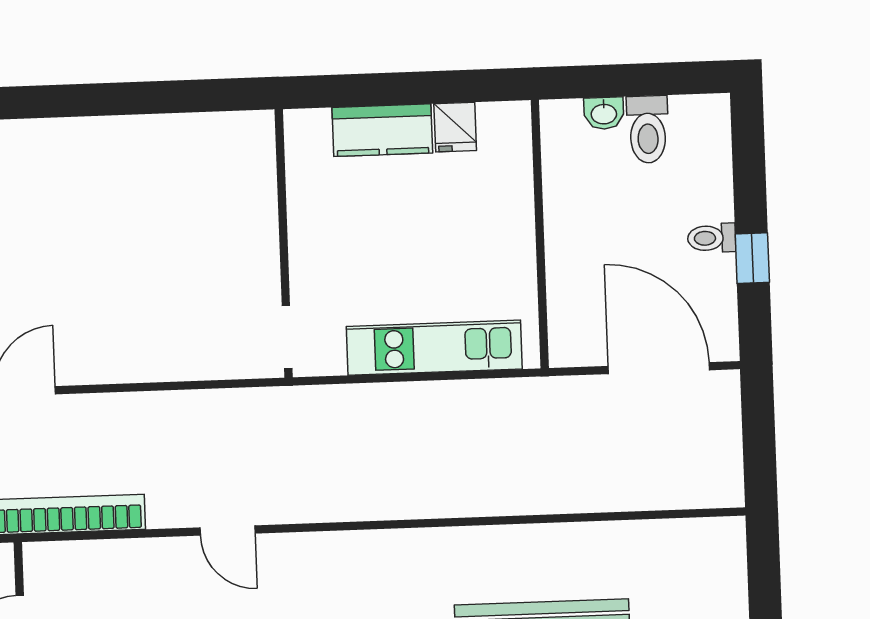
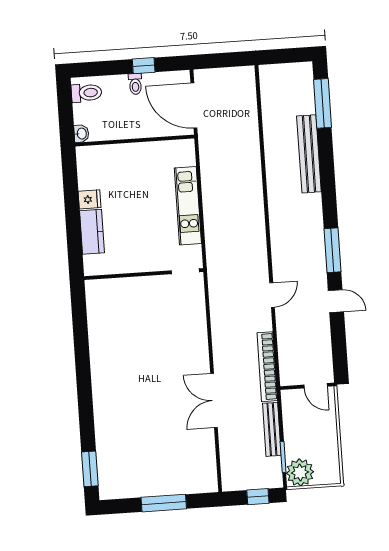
toilet: (648, 129) -> (86, 93), moved
wall: (540, 234) -> (135, 141), moved
door: (659, 368) -> (194, 106), hinge flipped

